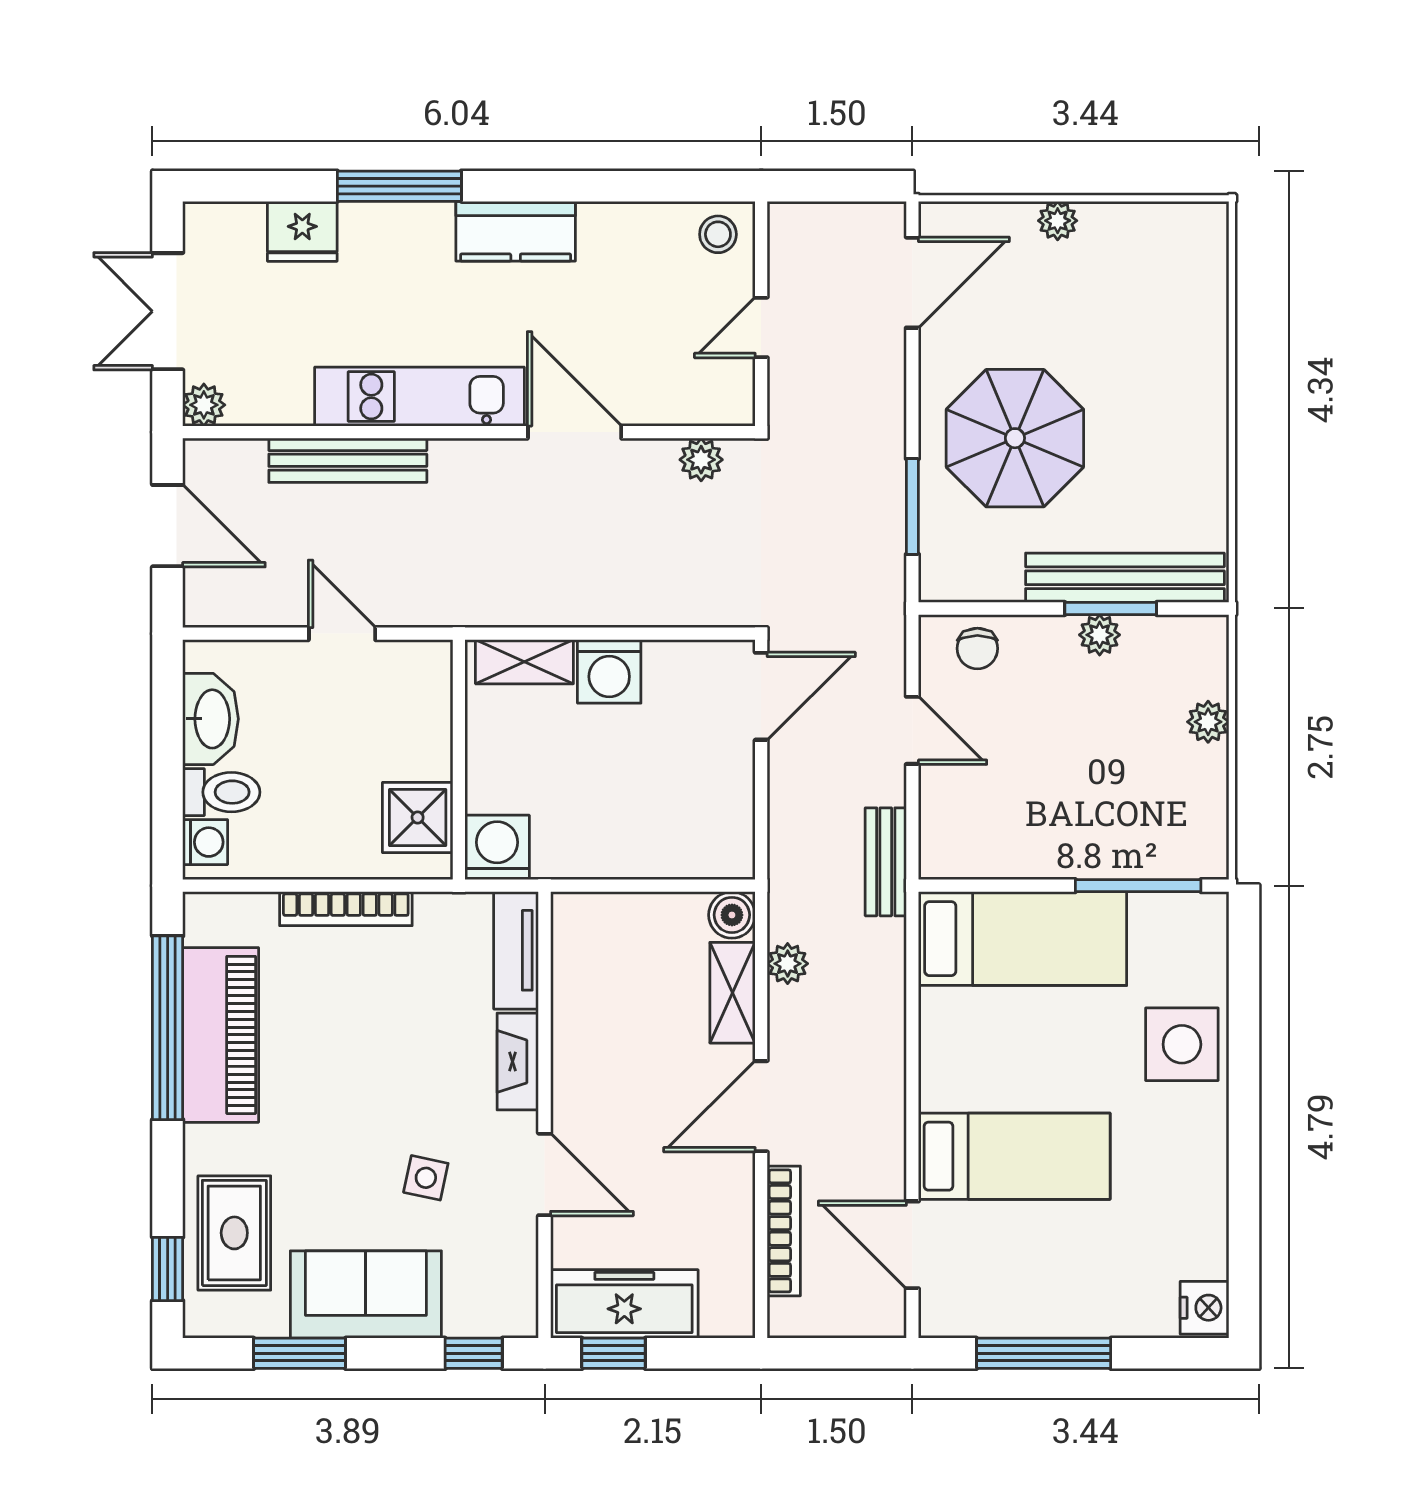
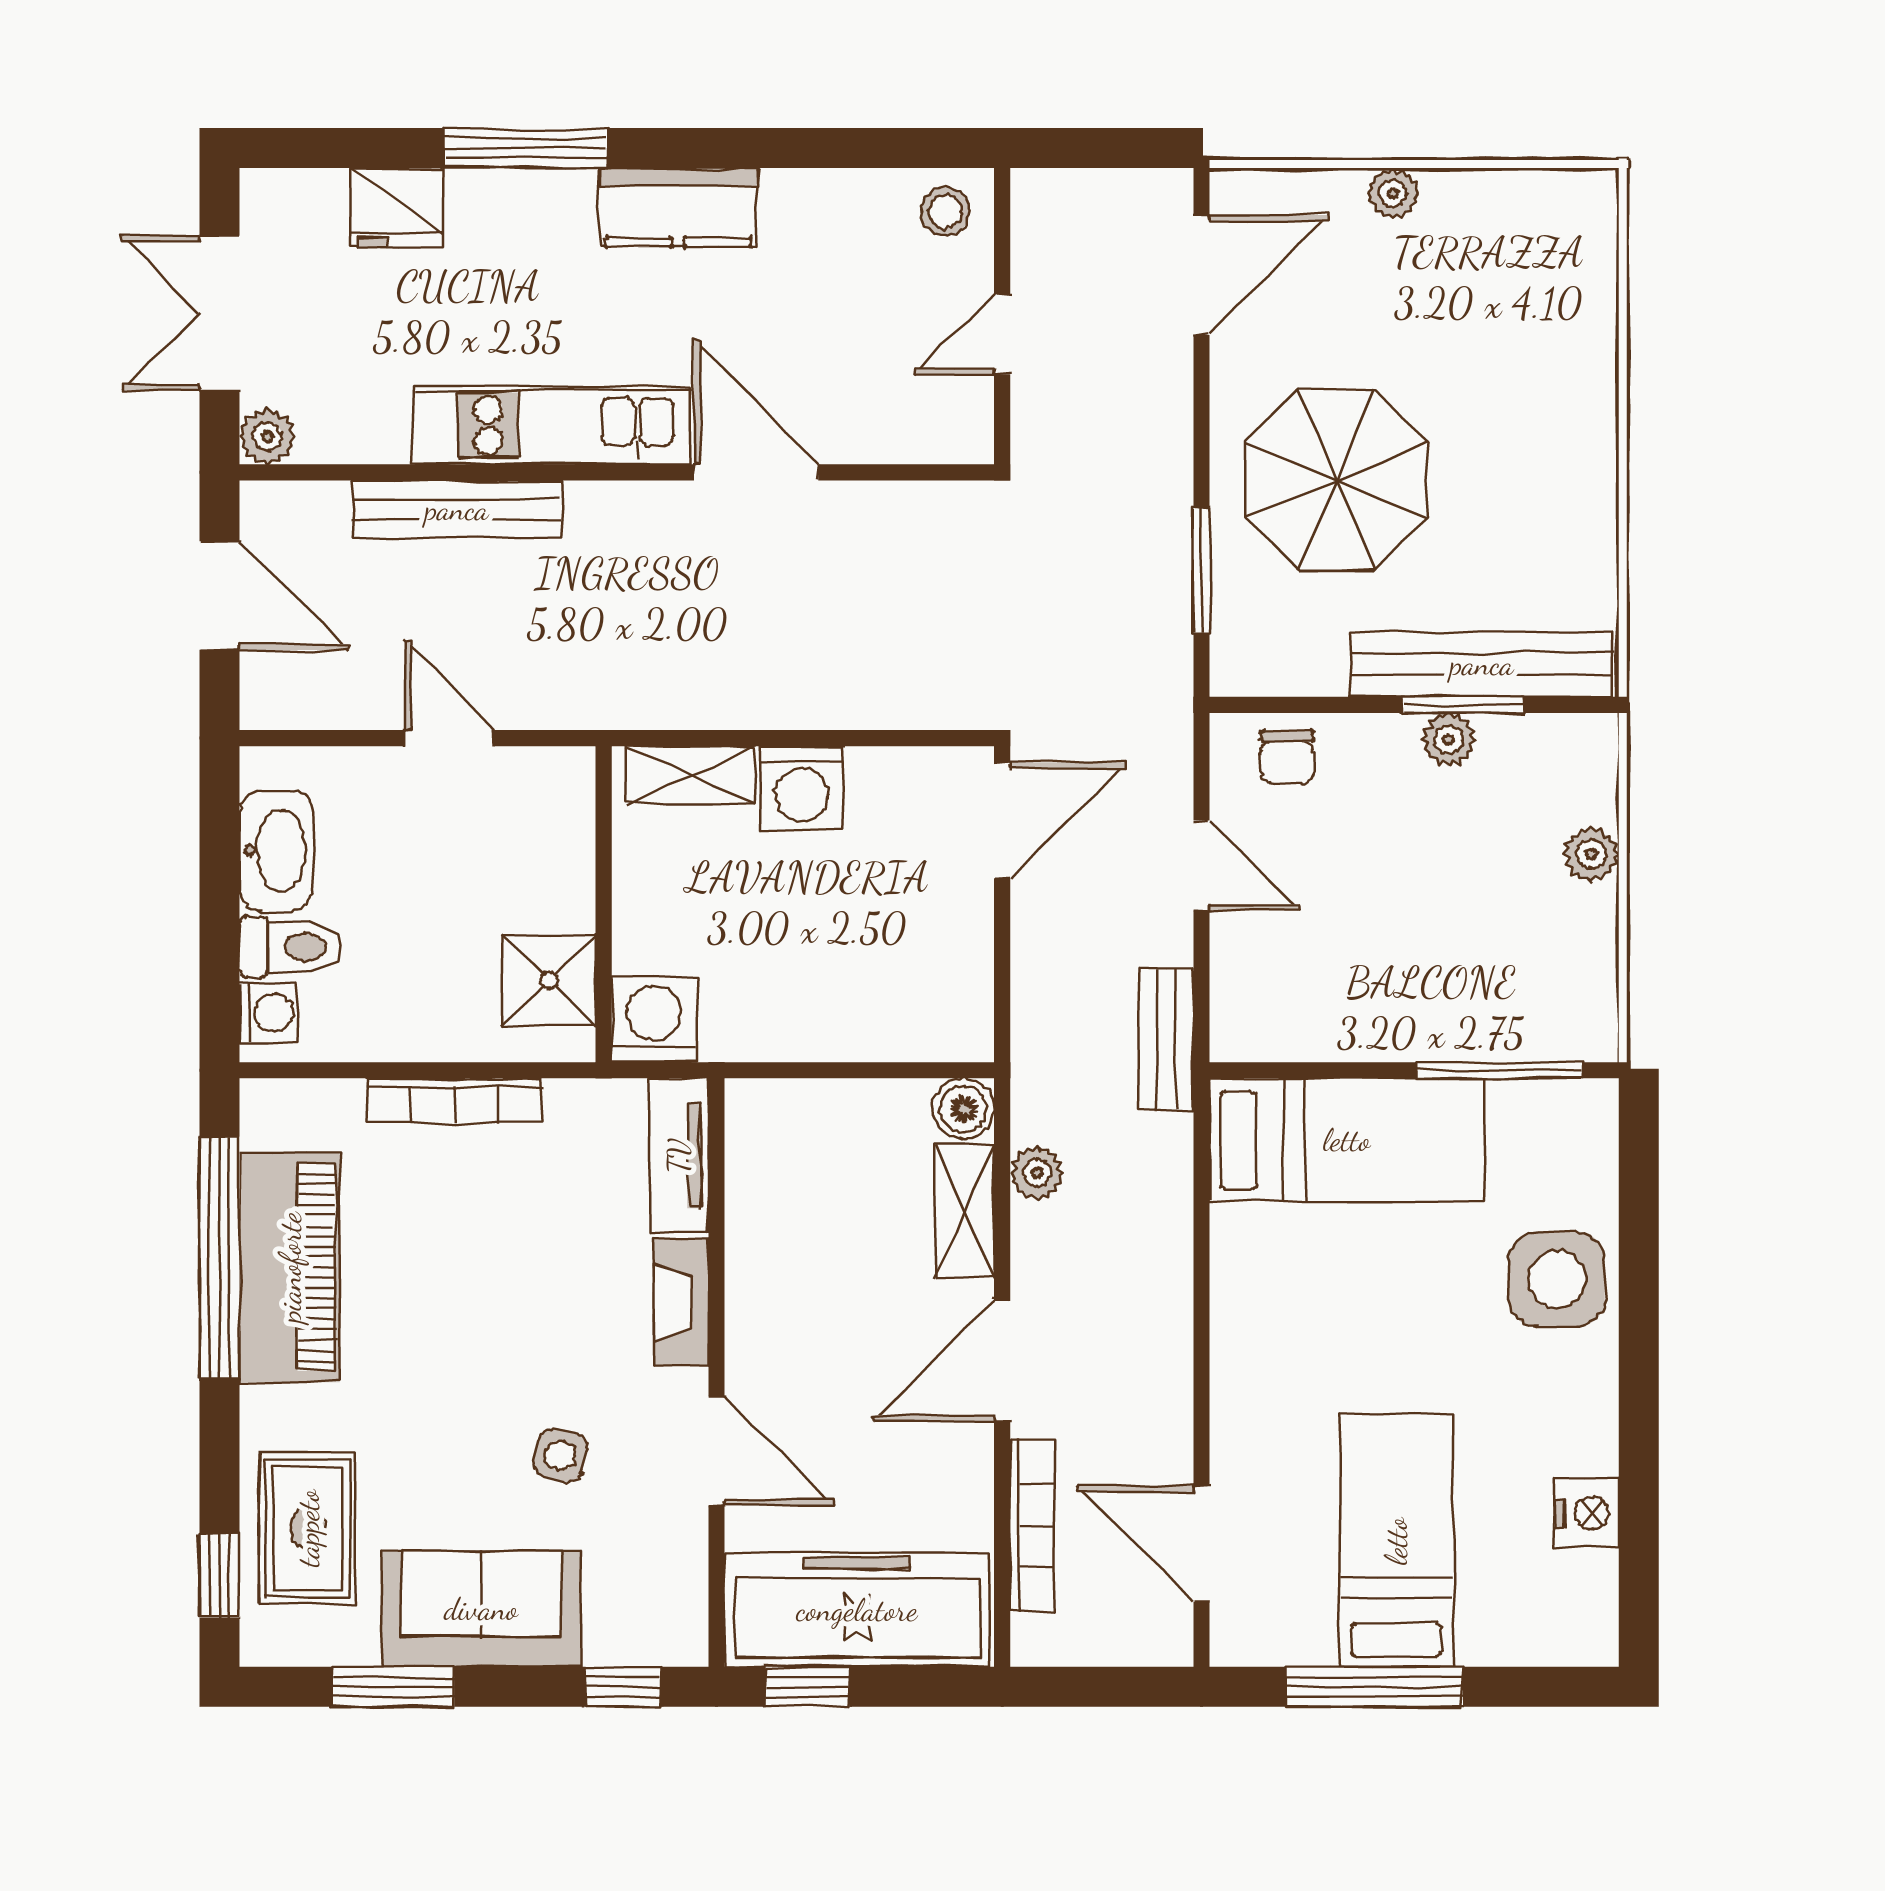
plant: (701, 460) -> (923, 509), removed
bed: (1014, 1156) -> (1396, 1541), moved, turned -90
freezer: (624, 1304) -> (857, 1610), width x1.36, depth x1.26
nightstand: (1205, 1308) -> (1587, 1513), moved

